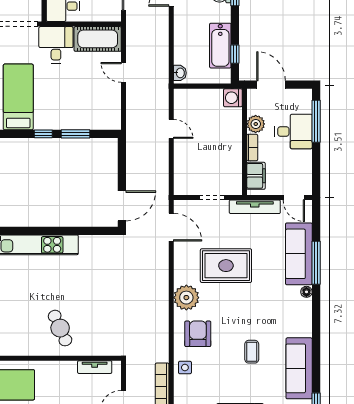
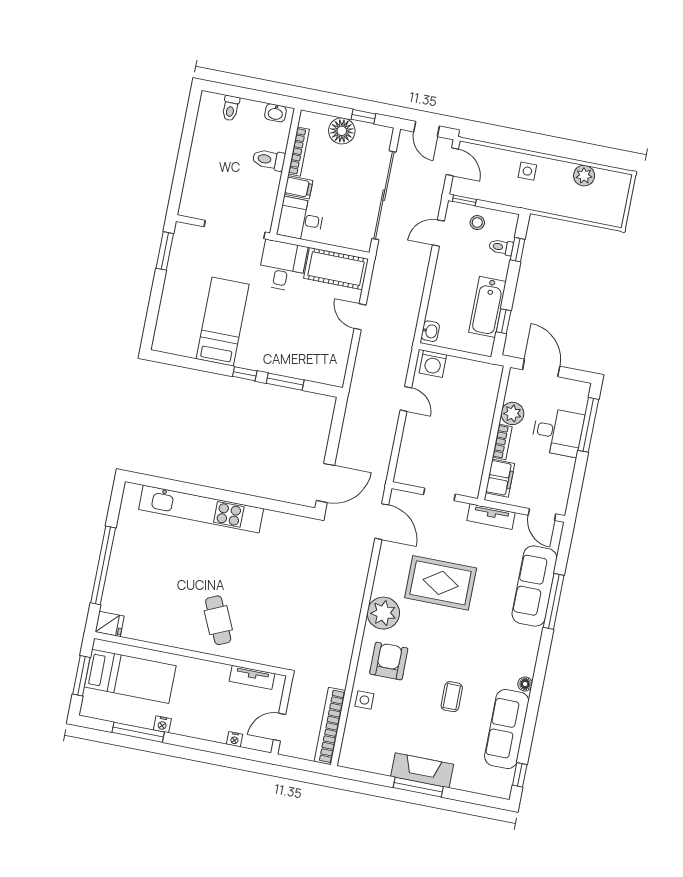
washing machine: (233, 98) -> (433, 364), moved, turned -90
tv unit: (255, 207) -> (491, 517), width x0.71
floor lamp: (306, 292) -> (525, 684), moved

